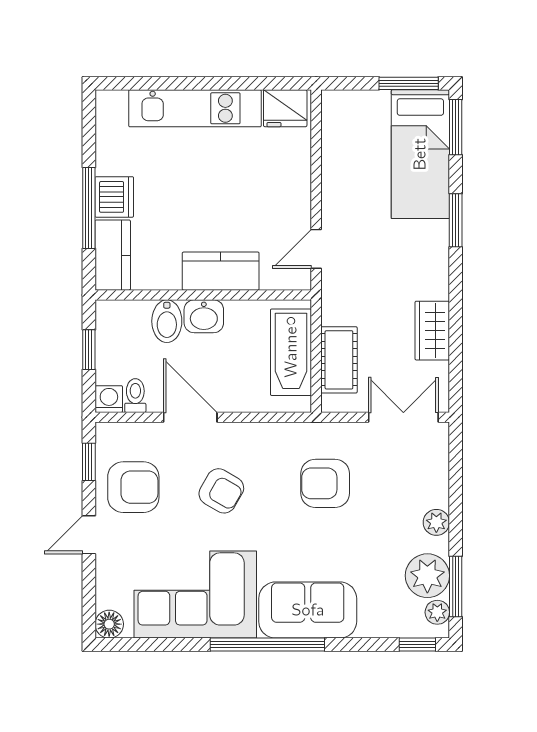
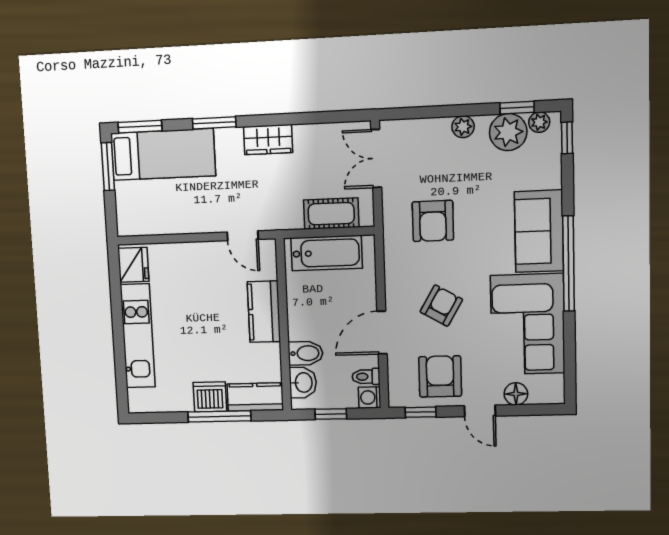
washbasin: (204, 316) -> (303, 382), moved
wardrobe: (432, 331) -> (268, 140), moved
window: (456, 587) -> (517, 108), width x0.67
floor lamp: (109, 624) -> (516, 394), moved

